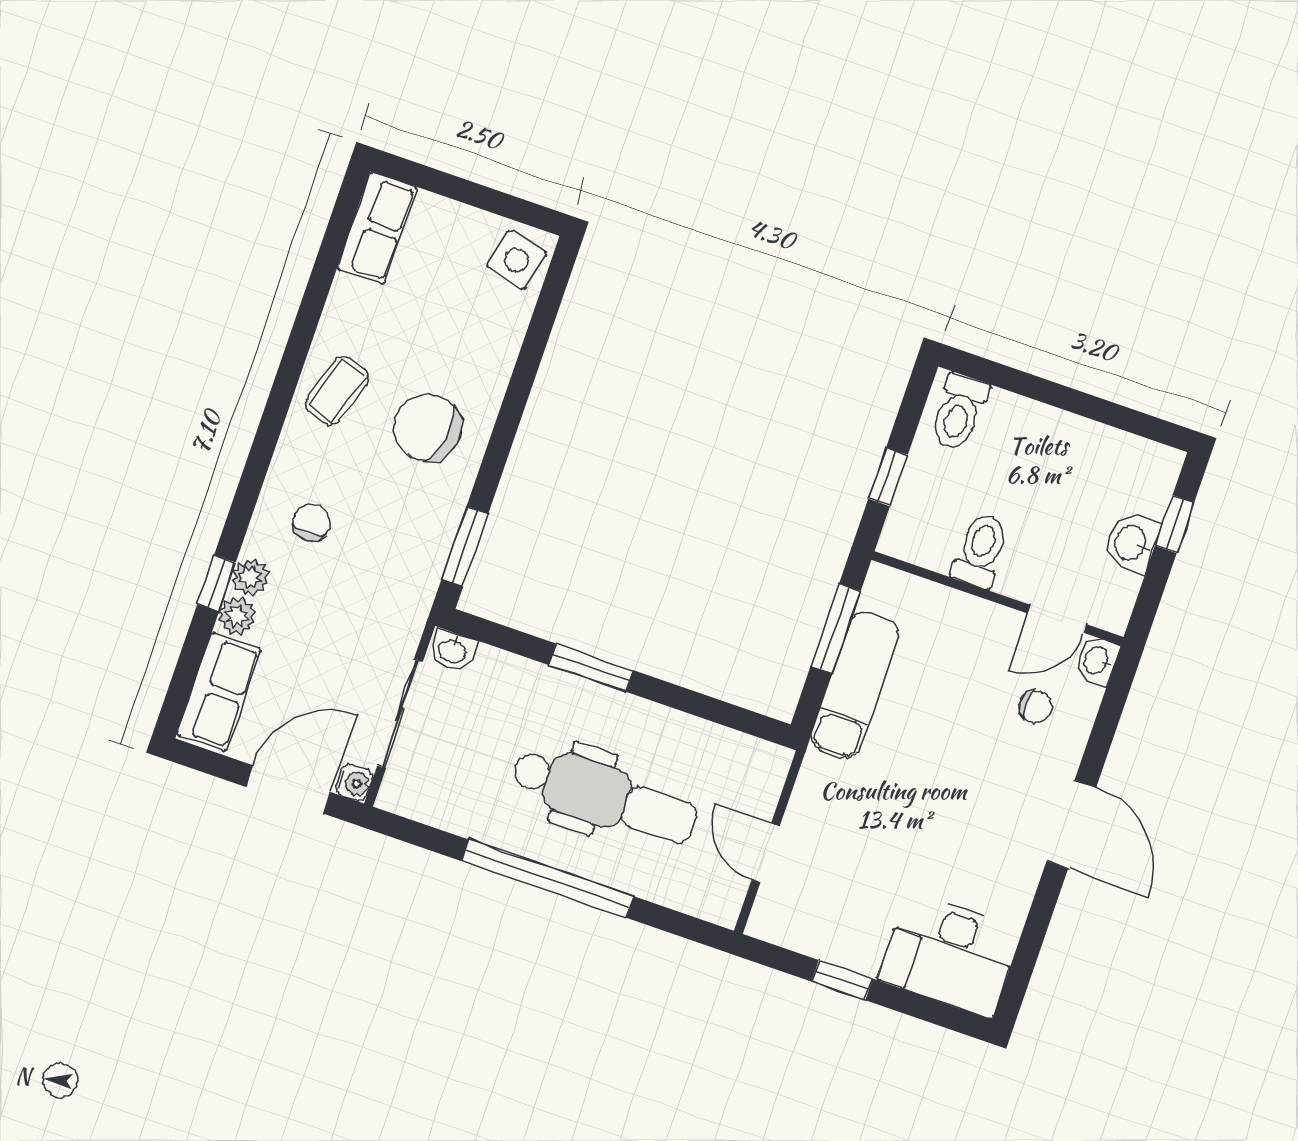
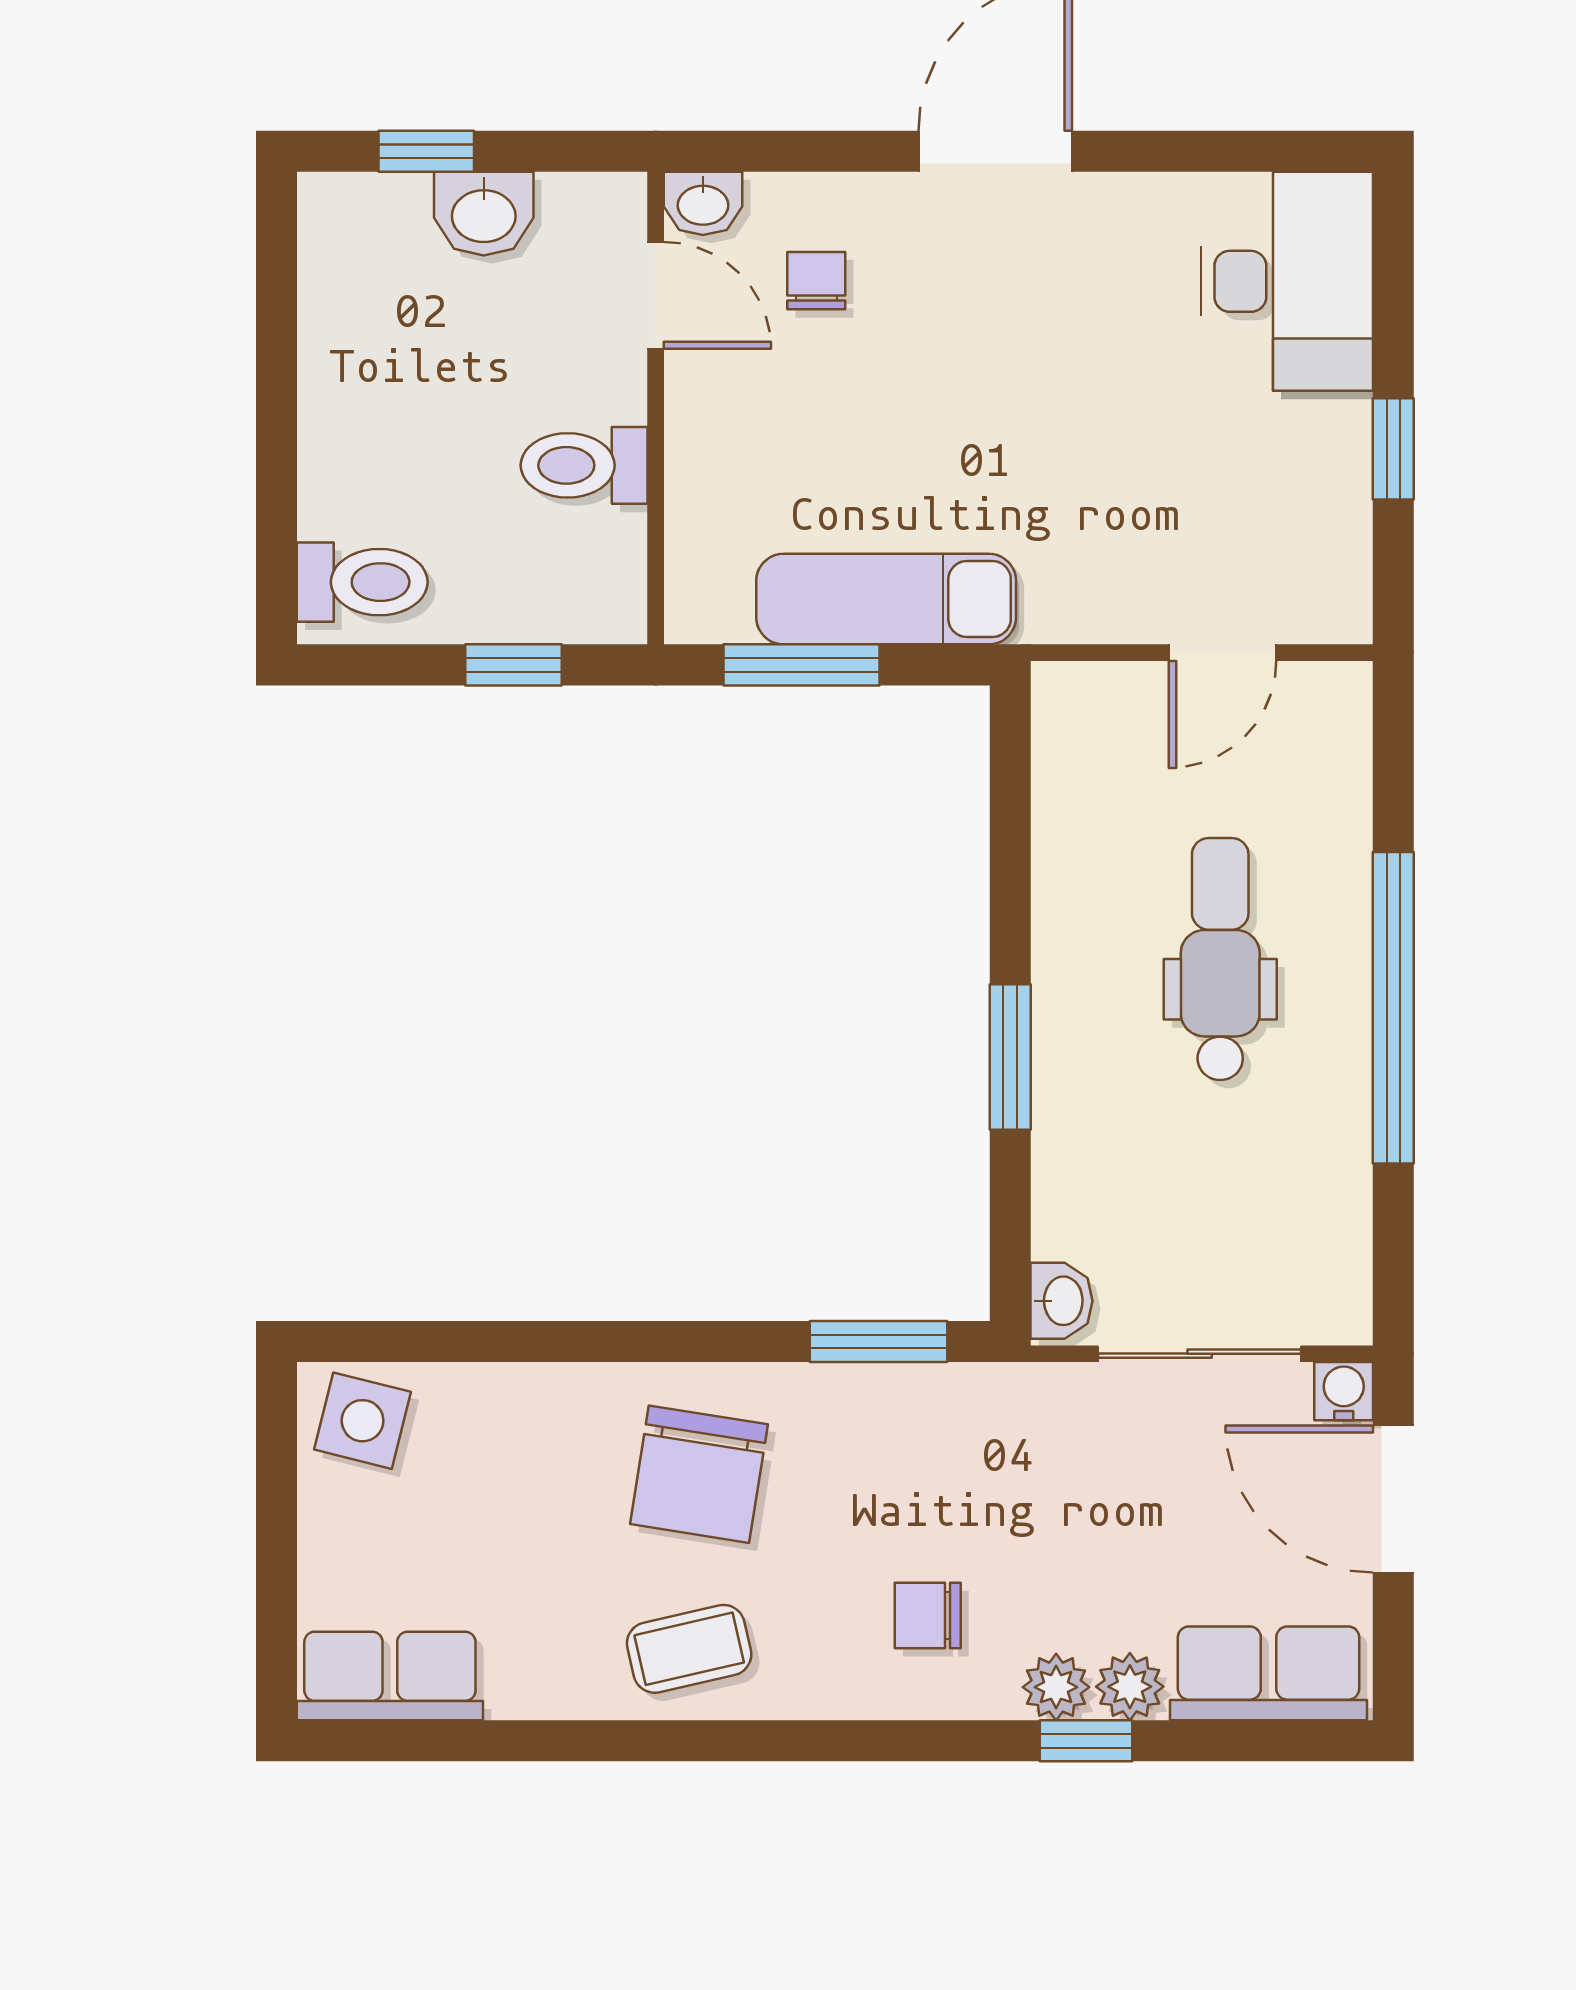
coffee table: (337, 391) -> (689, 1649), turned -31
dental chair: (604, 796) -> (1220, 959), width x0.73, depth x0.72

